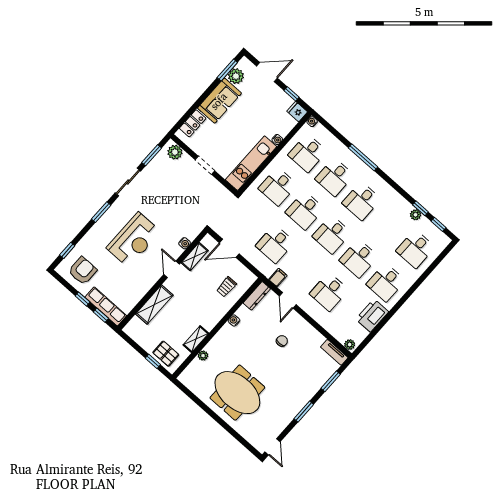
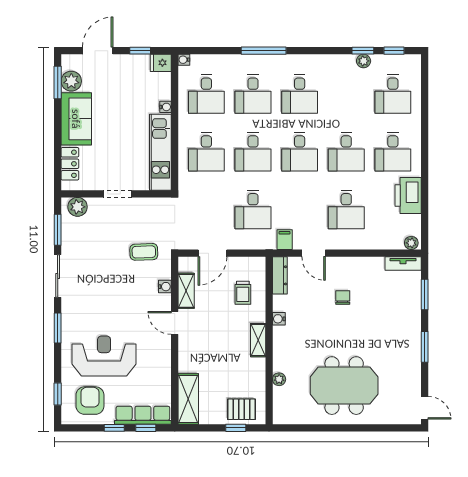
coffee table: (190, 212) -> (144, 252), added
reception desk: (134, 240) -> (104, 356), moved, turned -90
shelving: (154, 305) -> (188, 399), moved
shelving: (196, 339) -> (258, 340), moved

